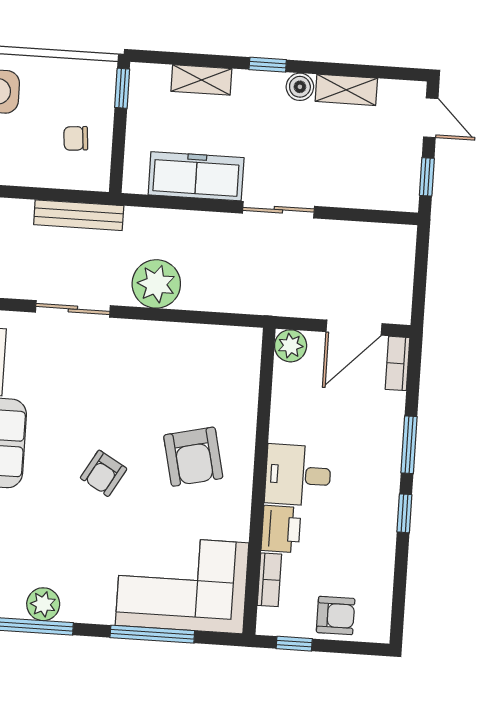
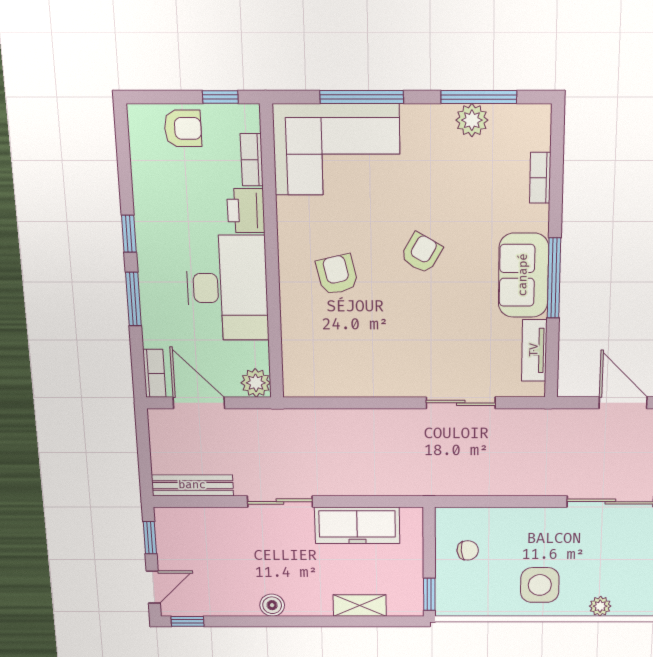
window: (268, 65) -> (188, 621), moved
shelving: (346, 90) -> (231, 605), removed
door: (431, 118) -> (153, 587), swing flipped
bench: (79, 215) -> (192, 485), moved
plant: (156, 284) -> (385, 430), removed
door: (354, 328) -> (199, 403), hinge flipped
armchair: (193, 457) -> (337, 274), width x0.72, depth x0.72
desk: (298, 475) -> (227, 288), width x1.87, depth x1.30
armchair: (336, 616) -> (183, 128), turned 180

